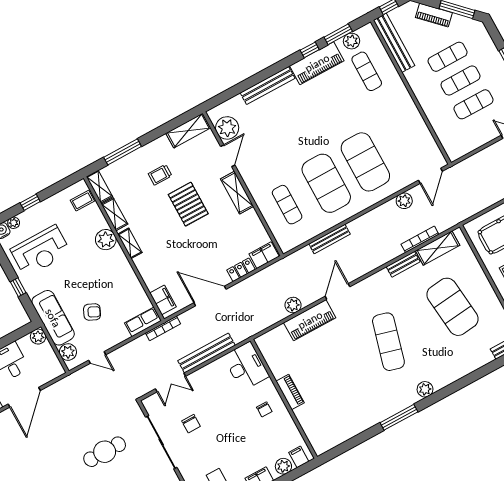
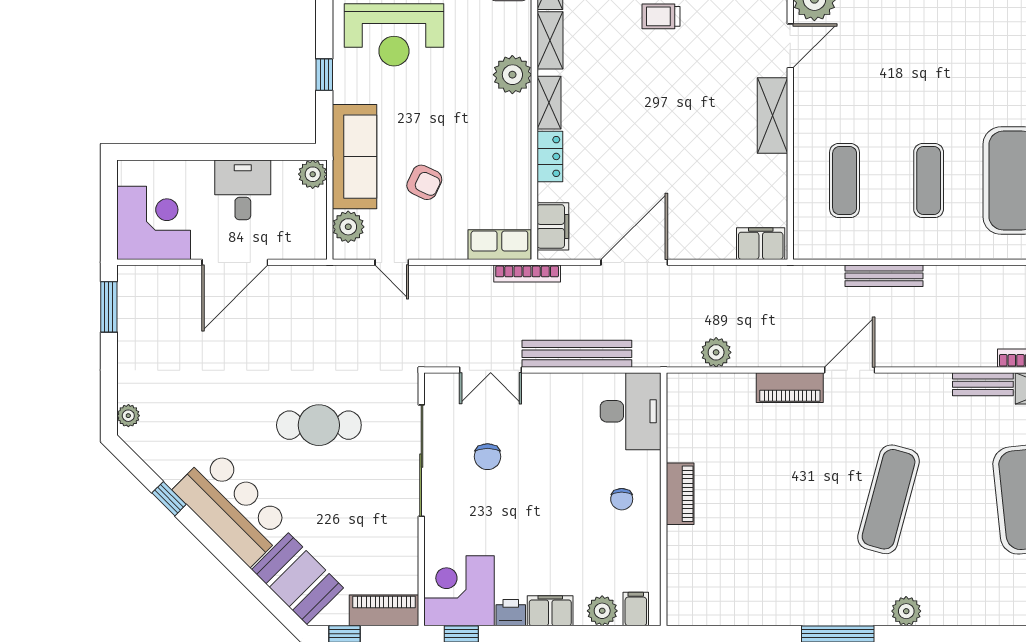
exercise mat: (326, 183) -> (929, 181), width x0.50, depth x0.69
pallet: (188, 204) -> (681, 90), removed
locker: (241, 270) -> (550, 156), moved, turned 90
door: (210, 296) -> (634, 262), hinge flipped
plant: (293, 305) -> (716, 352), moved
piano: (310, 320) -> (790, 388), width x0.73, depth x0.75

